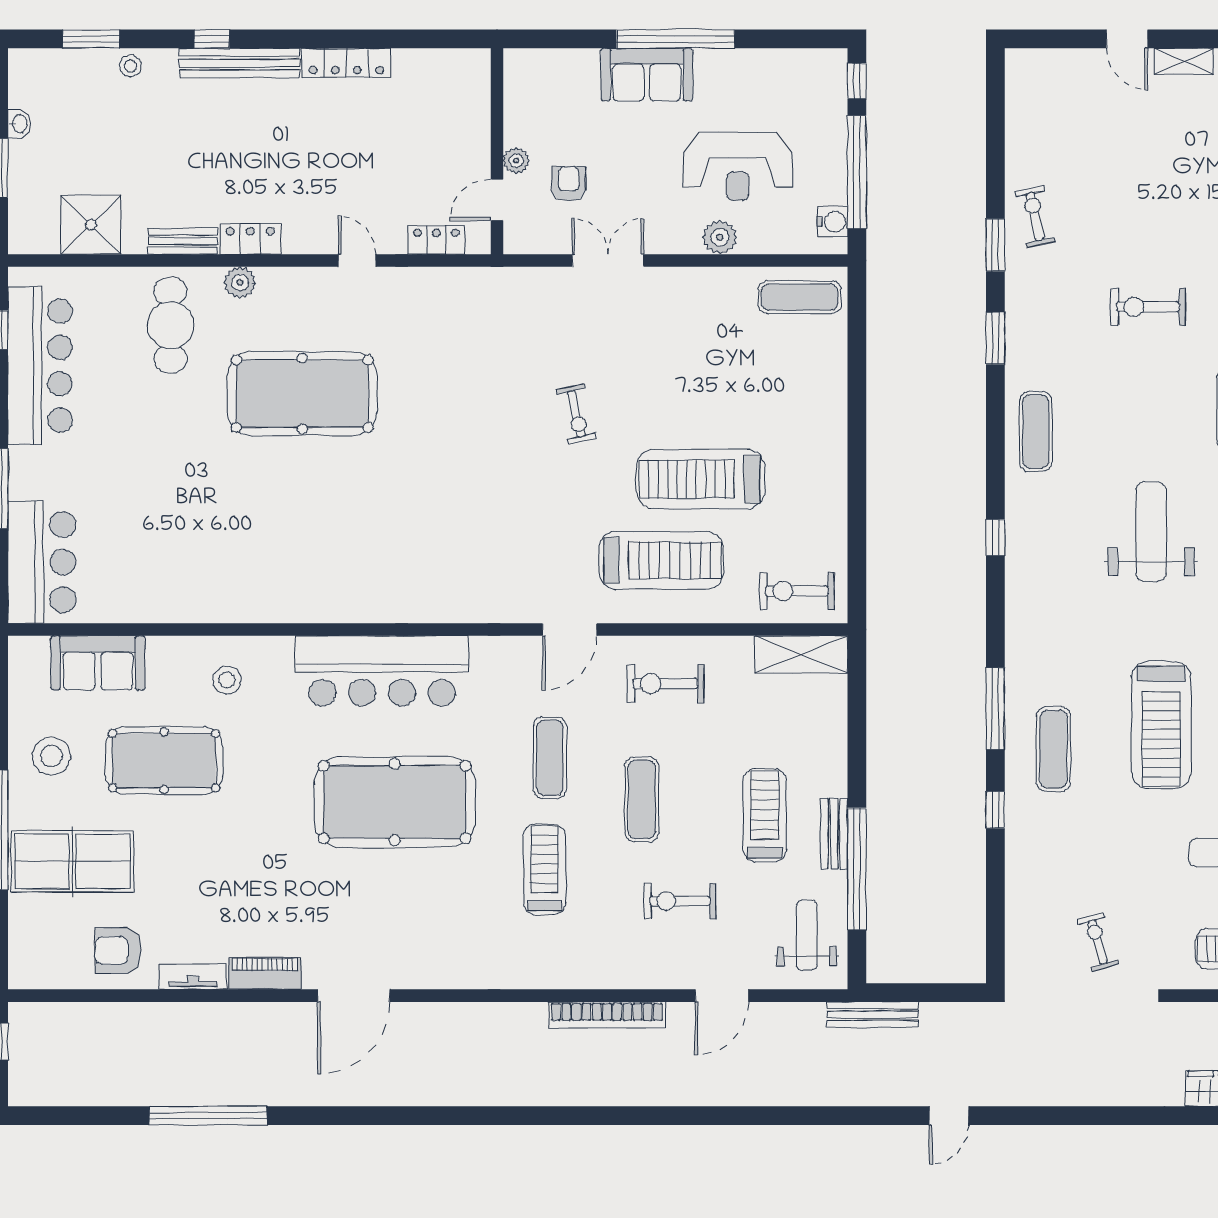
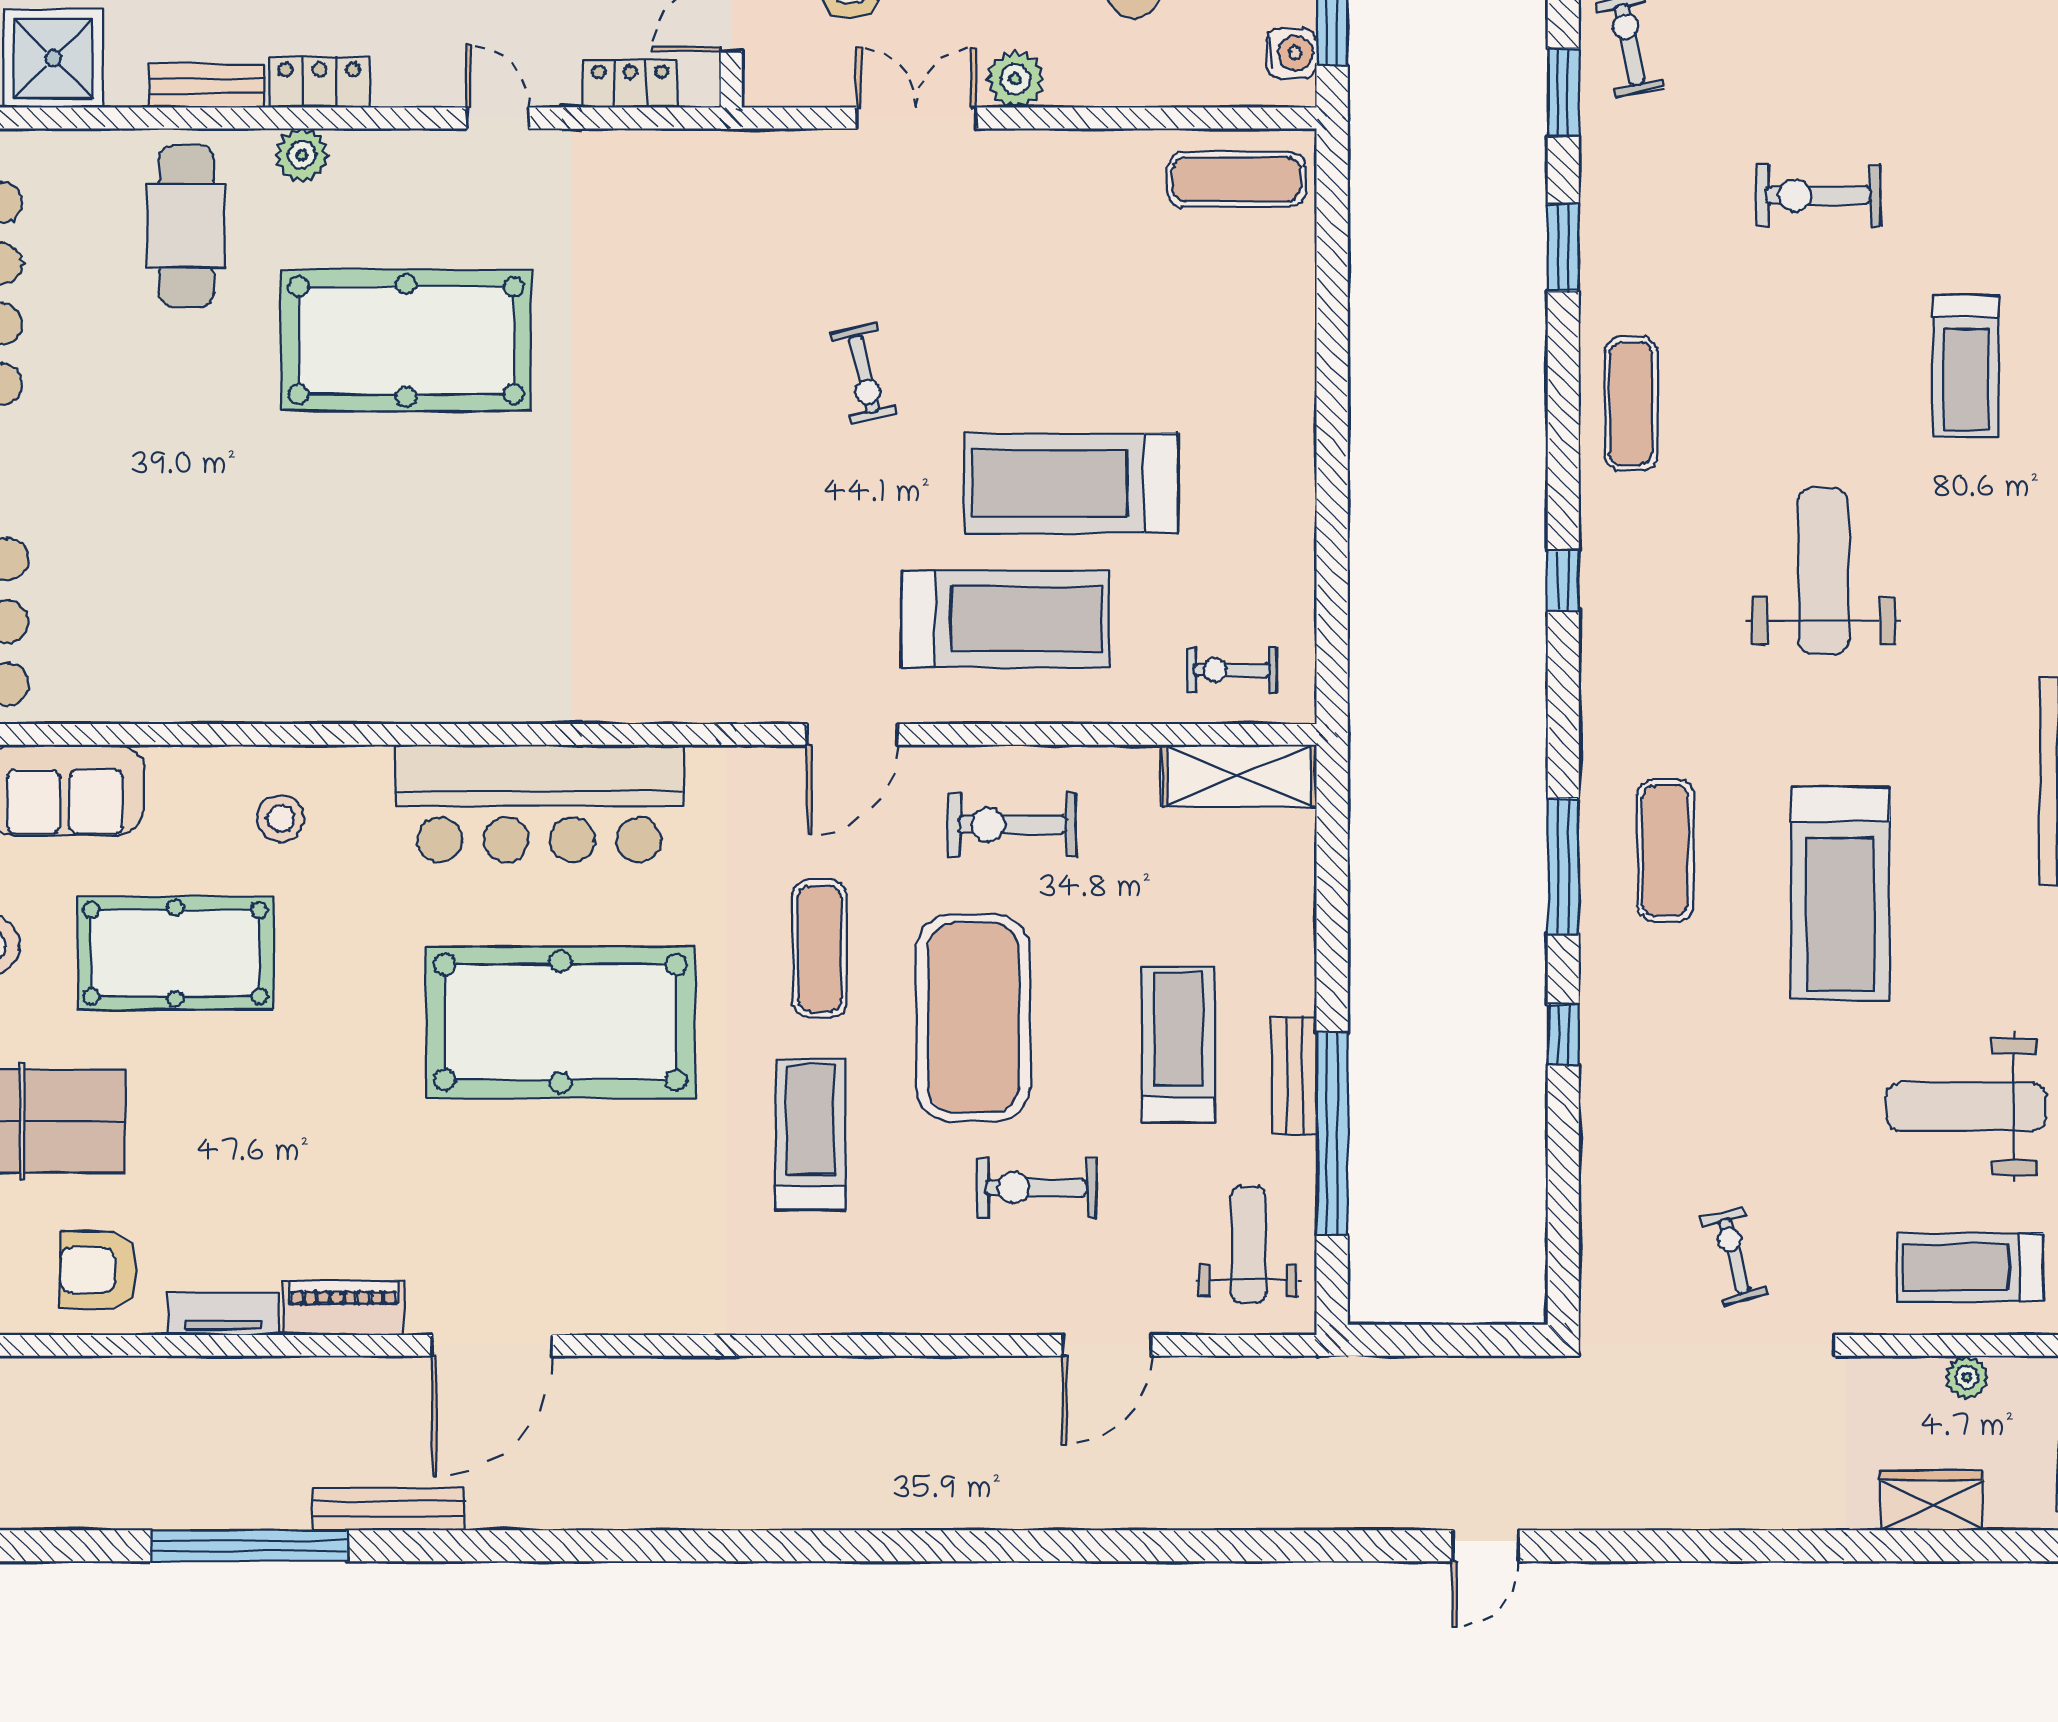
plant: (720, 237) -> (1015, 79), moved
exercise bike: (797, 591) -> (1232, 670), width x0.73, depth x0.72
exercise mat: (1053, 749) -> (1665, 850), moved
exercise mat: (642, 799) -> (973, 1018), width x2.00, depth x1.45
bookcase: (607, 1015) -> (915, 1378), removed
bench: (872, 1015) -> (388, 1509), moved

